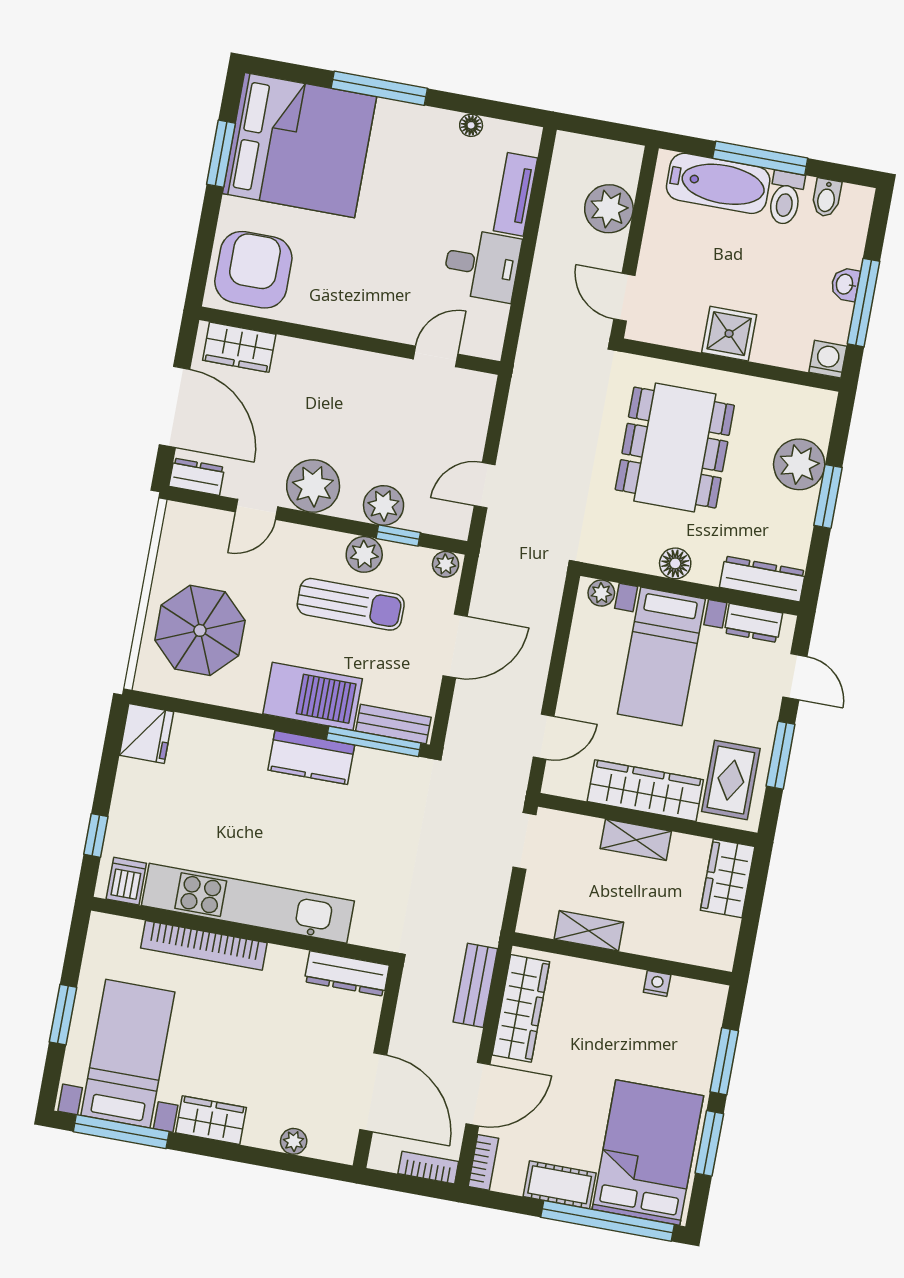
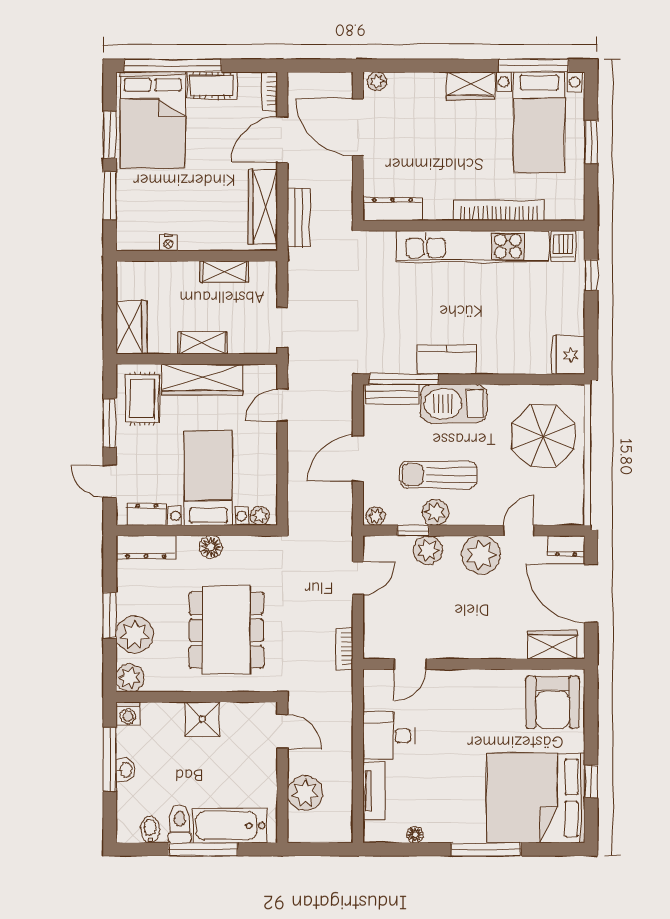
window: (221, 154) -> (591, 781), width x0.67
plant: (816, 407) -> (130, 678), added
plant: (294, 1141) -> (377, 81), moved
bookcase: (428, 1168) -> (345, 649), moved, turned 90

